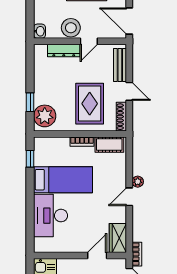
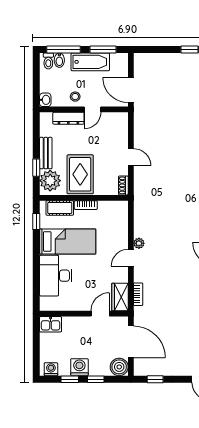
stool: (71, 28) -> (75, 97), width x0.53, depth x0.53
bench: (120, 65) -> (46, 153), moved
rug: (90, 104) -> (80, 174), moved
shoe rack: (121, 117) -> (123, 185), width x0.70
cot: (109, 145) -> (60, 208), moved
bookcase: (137, 254) -> (138, 294), moved

